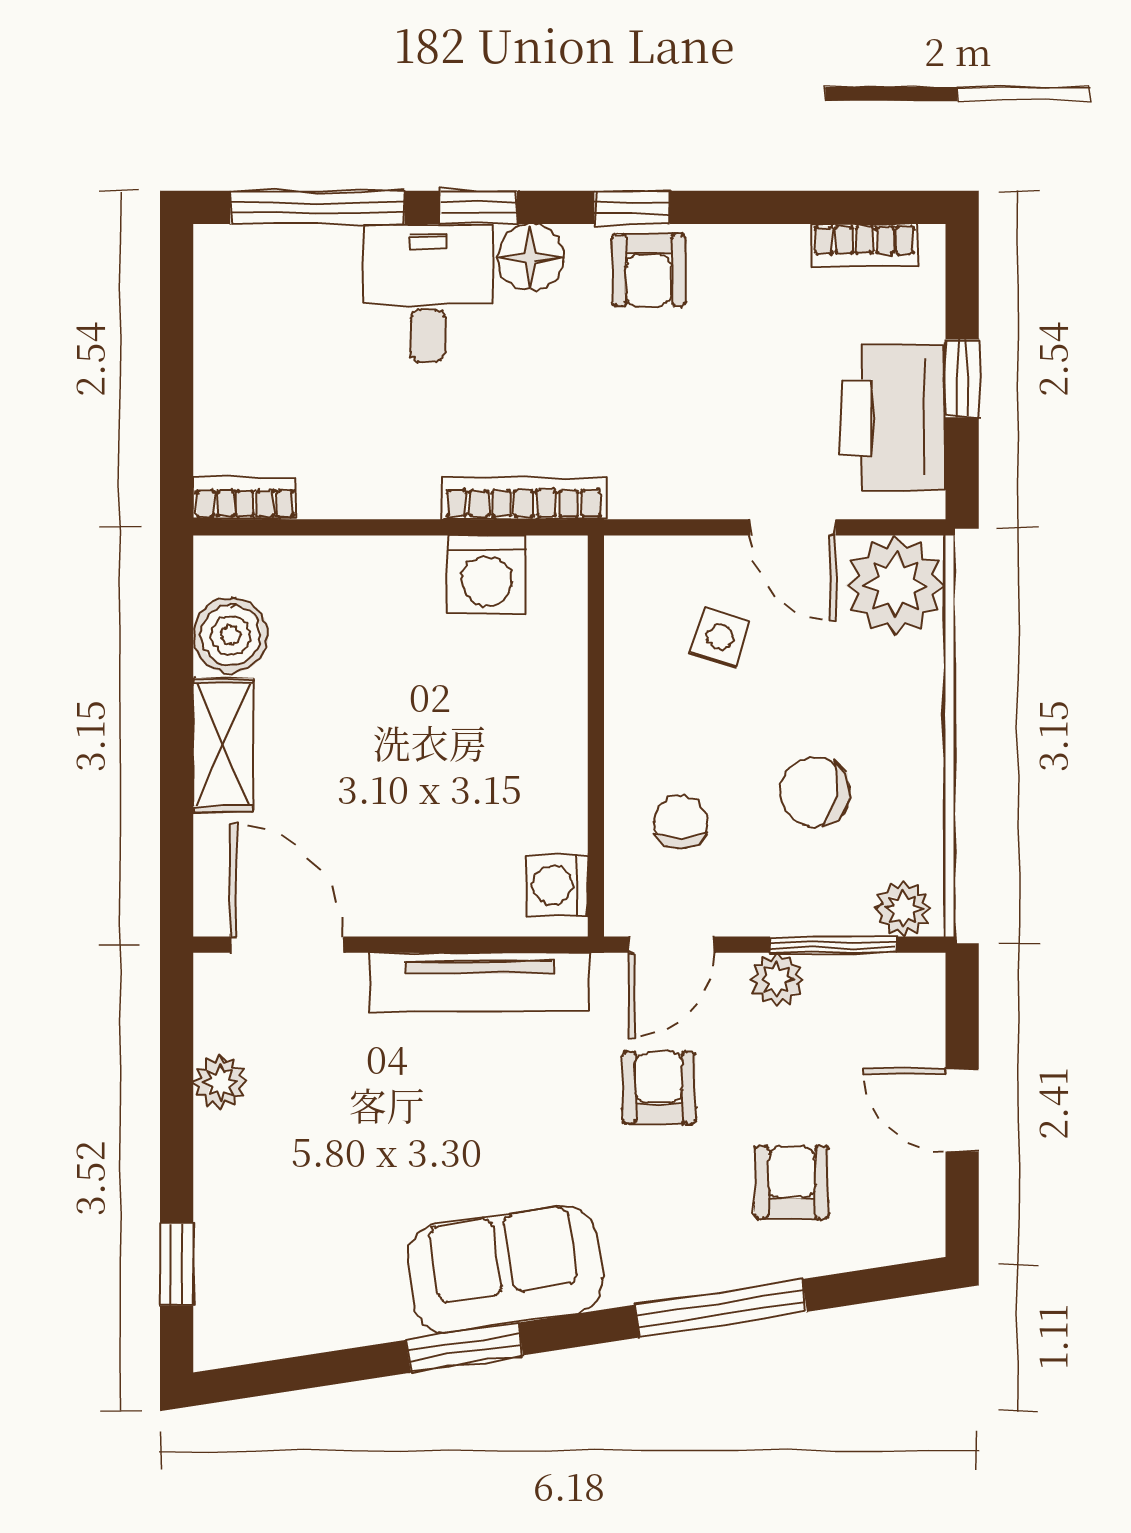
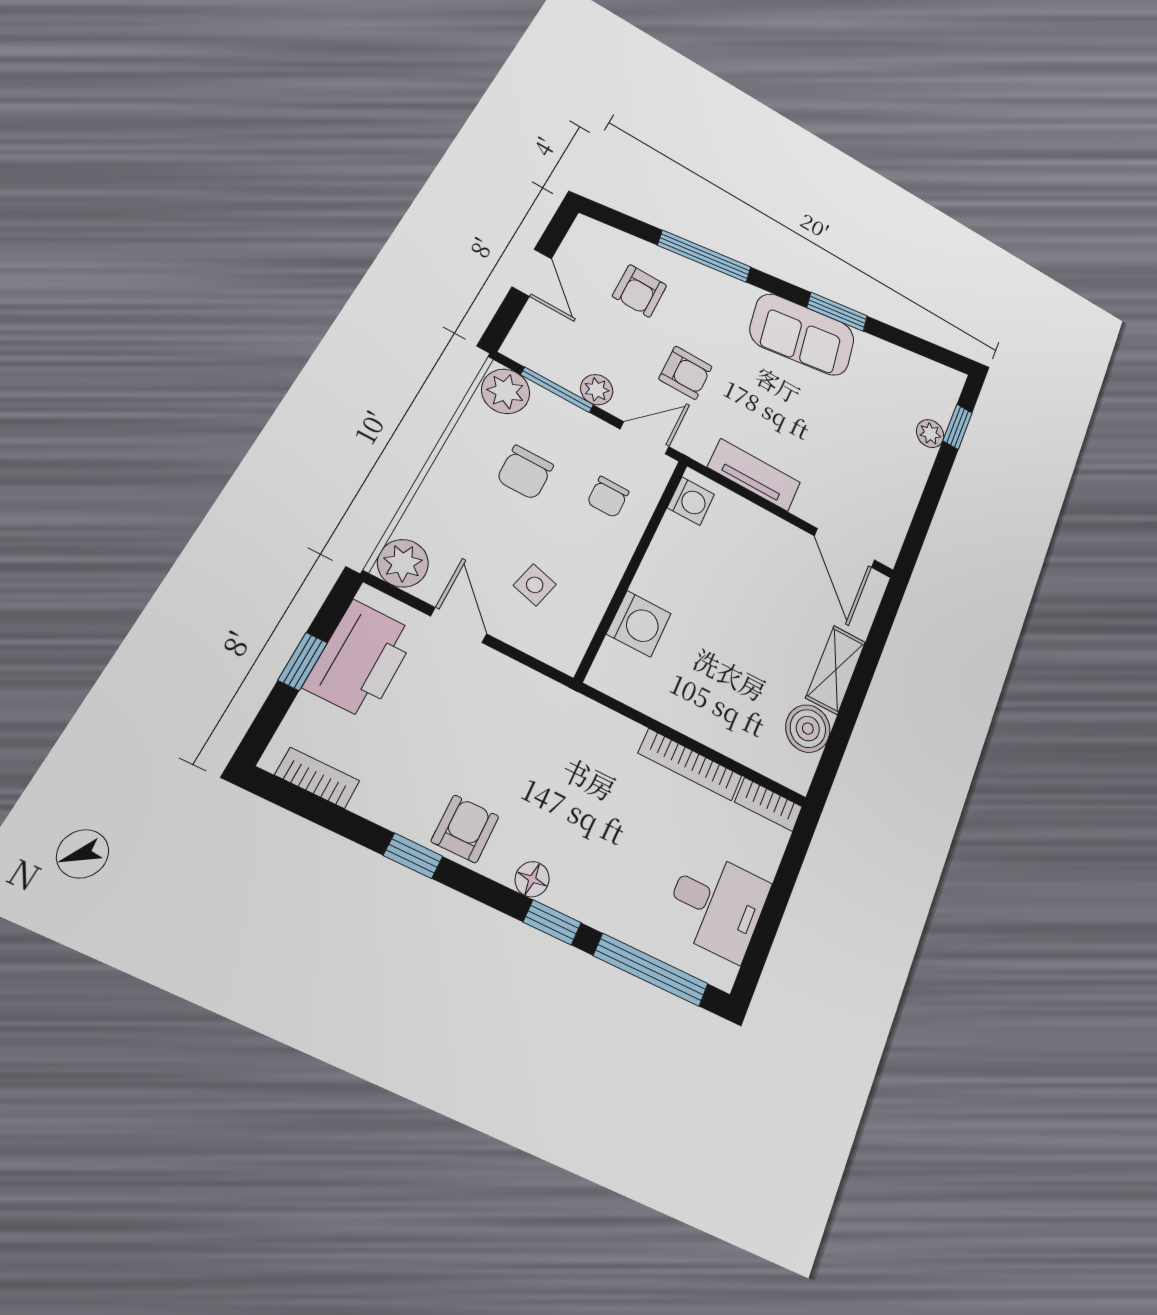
window: (632, 207) -> (413, 856), moved
floor lamp: (530, 257) -> (532, 879), width x0.73, depth x0.73
desk: (428, 293) -> (717, 905), moved, turned -90
bookcase: (524, 498) -> (690, 765), moved
washing machine: (487, 575) -> (639, 624), moved, turned 90
plant: (895, 585) -> (403, 563), width x0.73, depth x0.73
chair: (815, 792) -> (525, 472), turned 80
plant: (903, 909) -> (506, 391), width x1.38, depth x1.38
tv unit: (480, 982) -> (754, 475), width x0.71
plant: (220, 1082) -> (930, 434), moved
armchair: (659, 1088) -> (685, 373), turned -90

